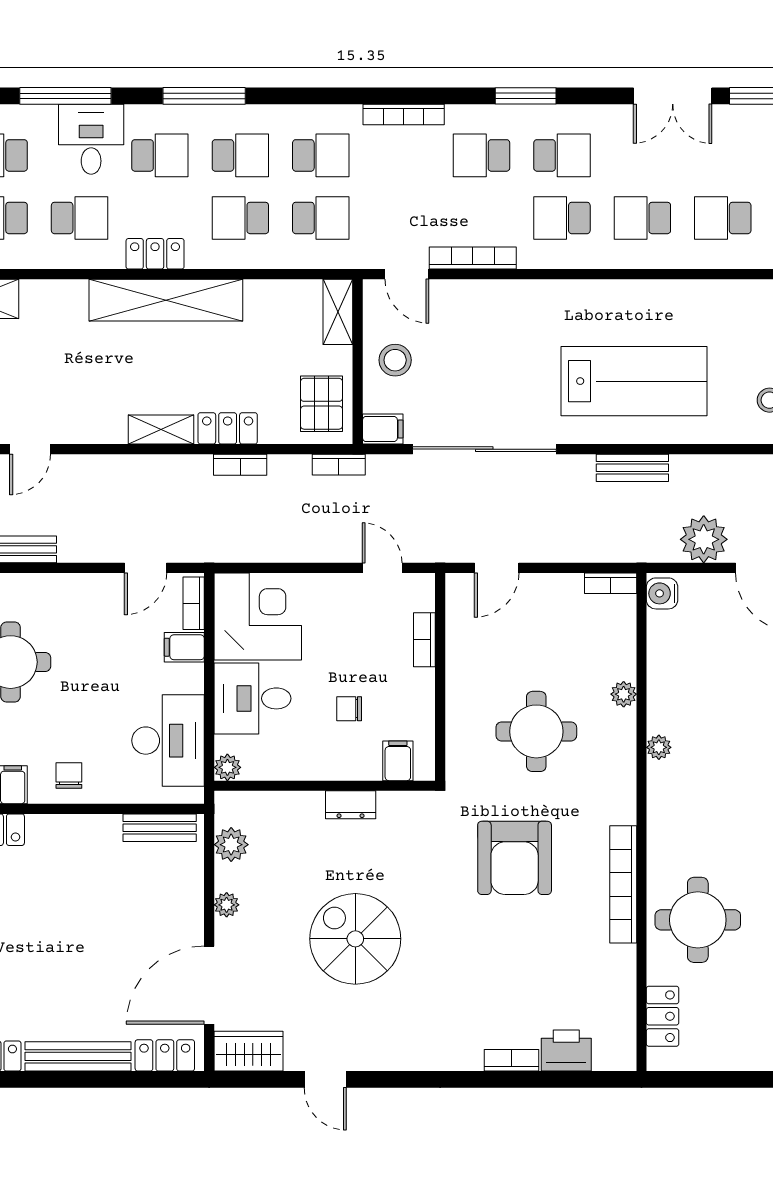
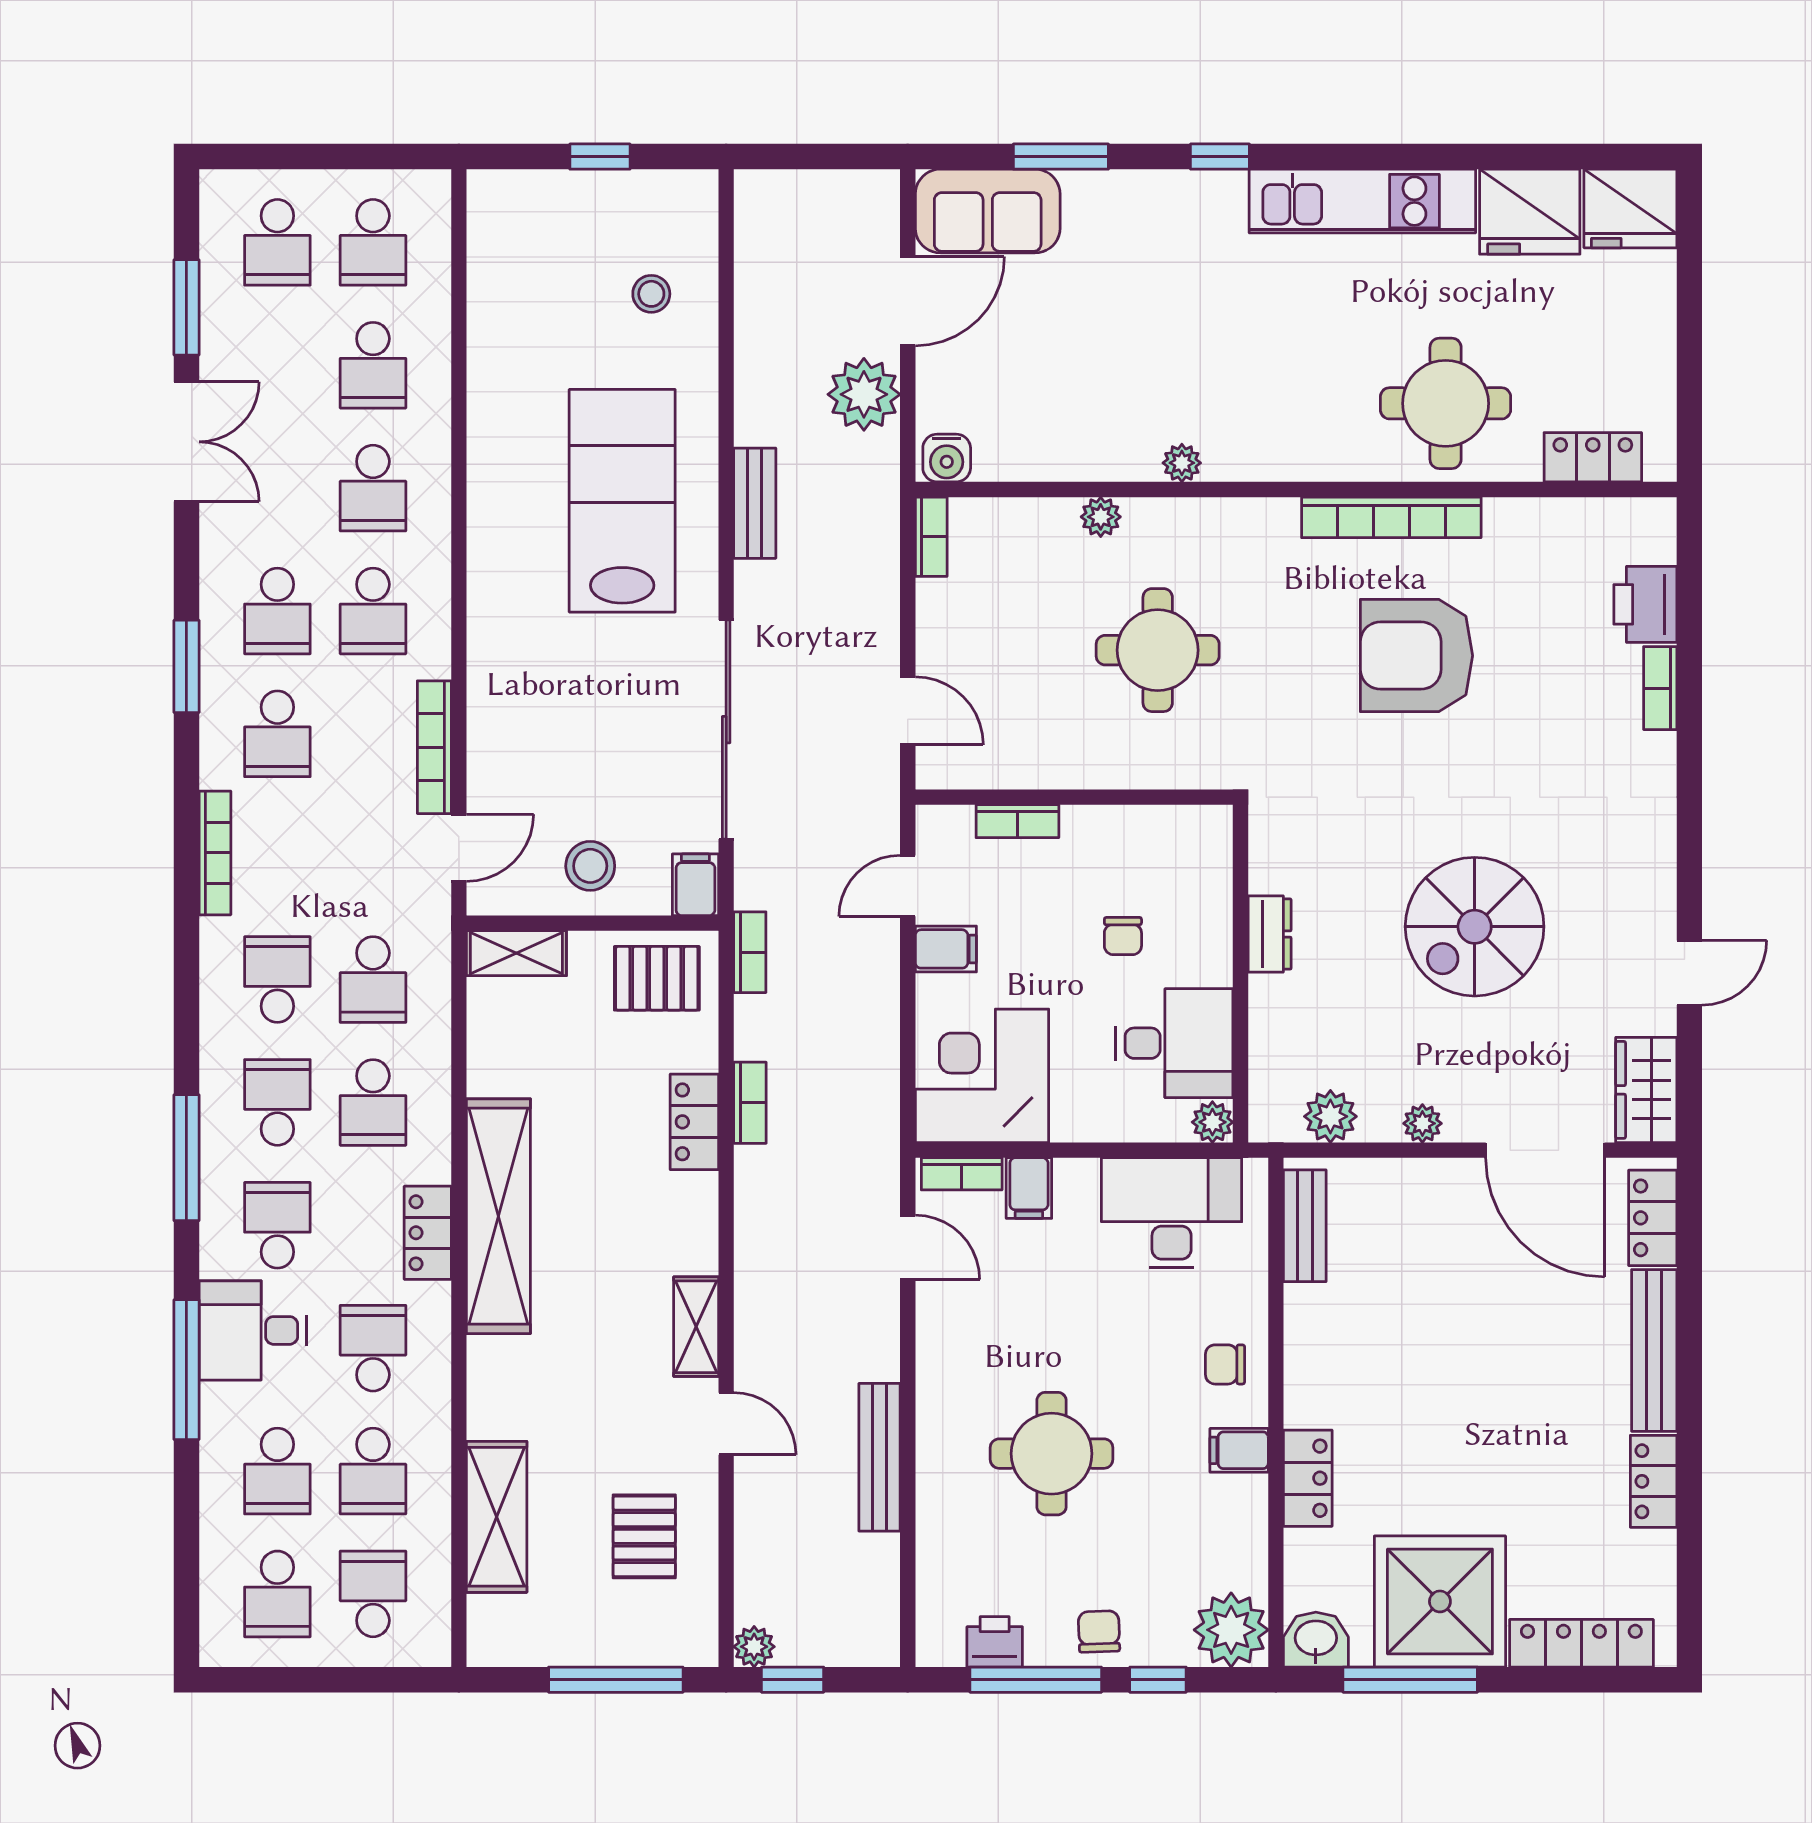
school desk: (562, 155) -> (277, 611), turned 180
school desk: (321, 218) -> (373, 980), turned 180
shelving: (161, 429) -> (696, 1327), moved
desk: (252, 698) -> (1174, 1043), moved, turned -90
filing cabinet: (398, 761) -> (946, 949), moved, turned 180
armchair: (515, 858) -> (1416, 656), moved, turned 180

